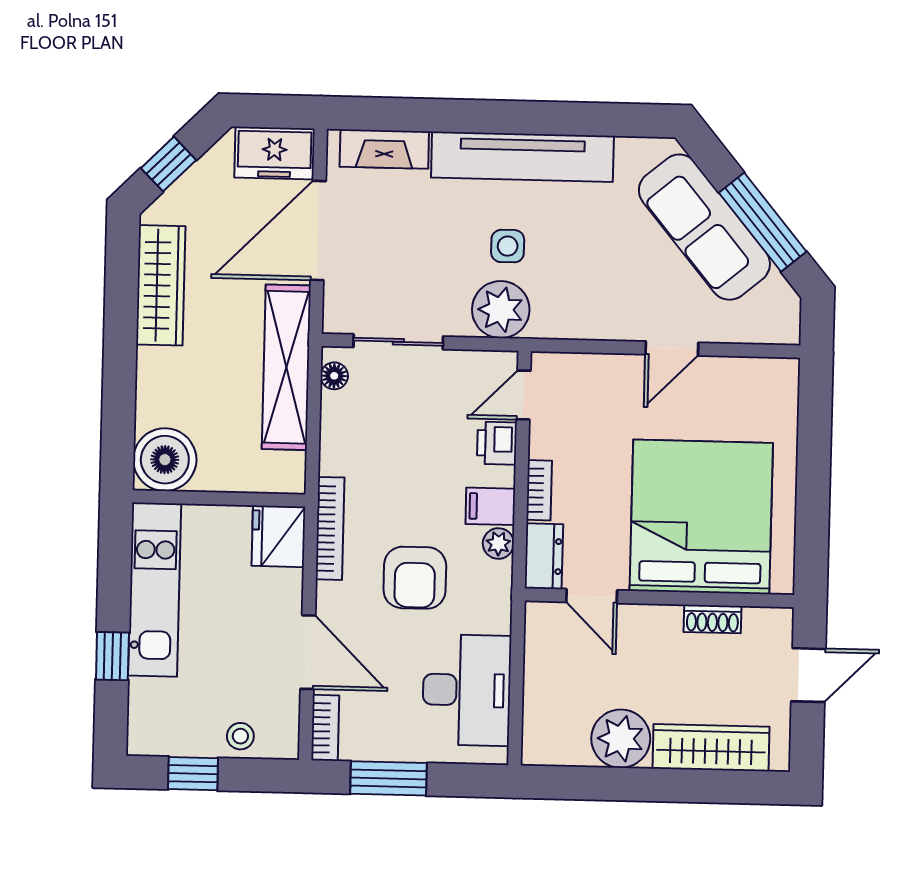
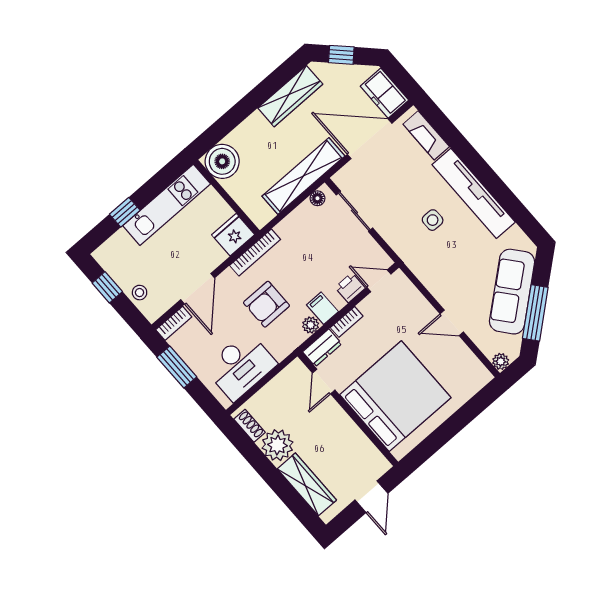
plant: (501, 310) -> (501, 361), moved, width x0.53, depth x0.53
shoe rack: (712, 619) -> (249, 426), moved, turned 180
door: (808, 675) -> (371, 497), hinge flipped

